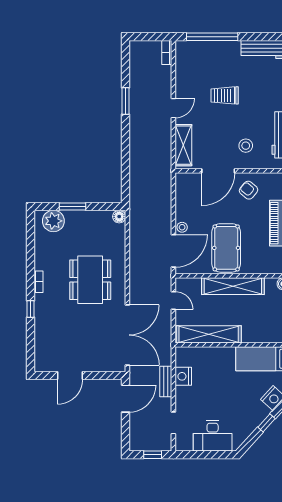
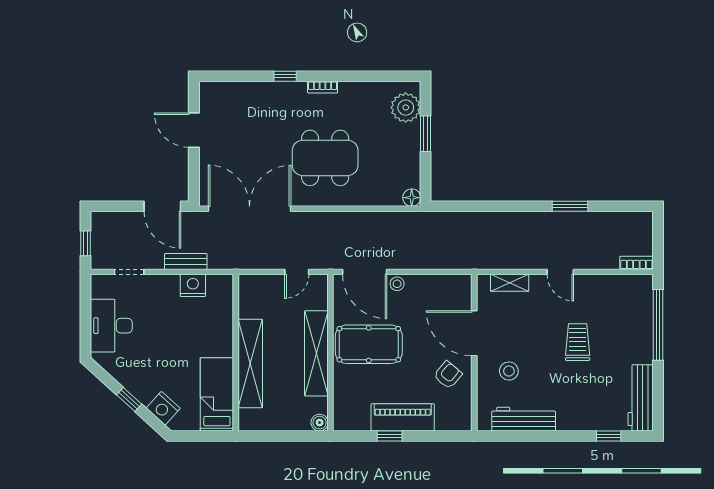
shelving: (183, 145) -> (510, 283), width x0.67, depth x0.75
shelving: (209, 334) -> (250, 364), moved
double door: (127, 335) -> (250, 209), swing flipped

